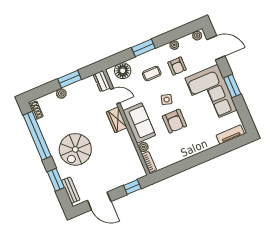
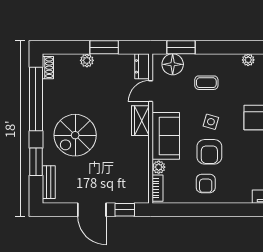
window: (143, 48) -> (181, 47), moved
armchair: (177, 66) -> (206, 183), moved
door: (115, 96) -> (151, 91), swing flipped
door: (99, 201) -> (92, 210), moved

